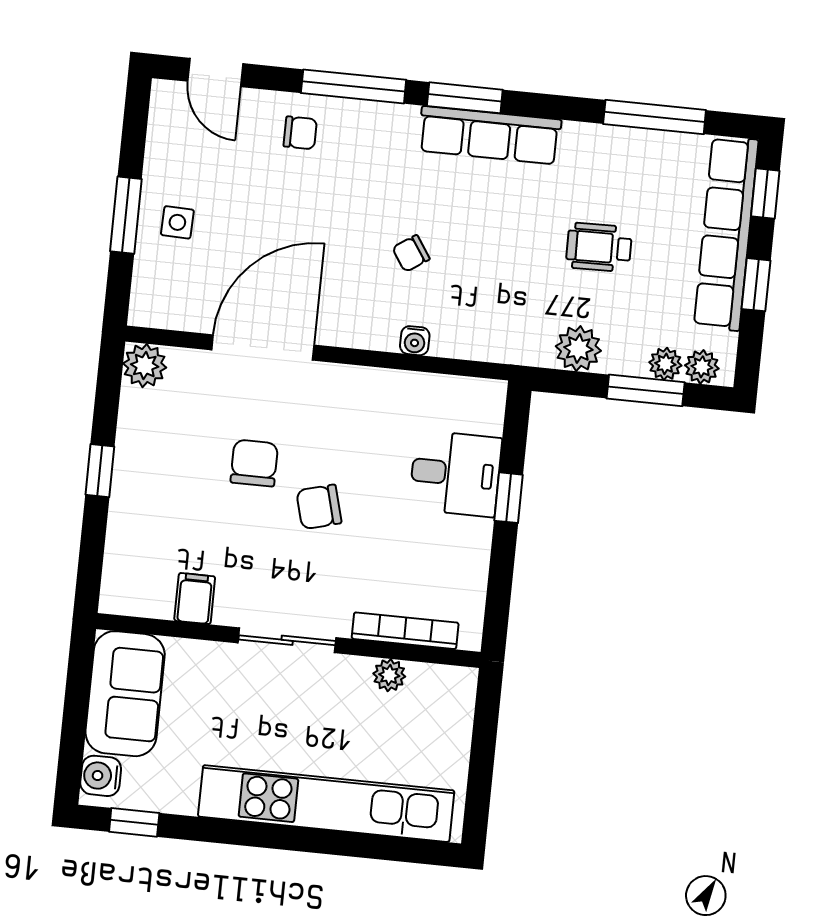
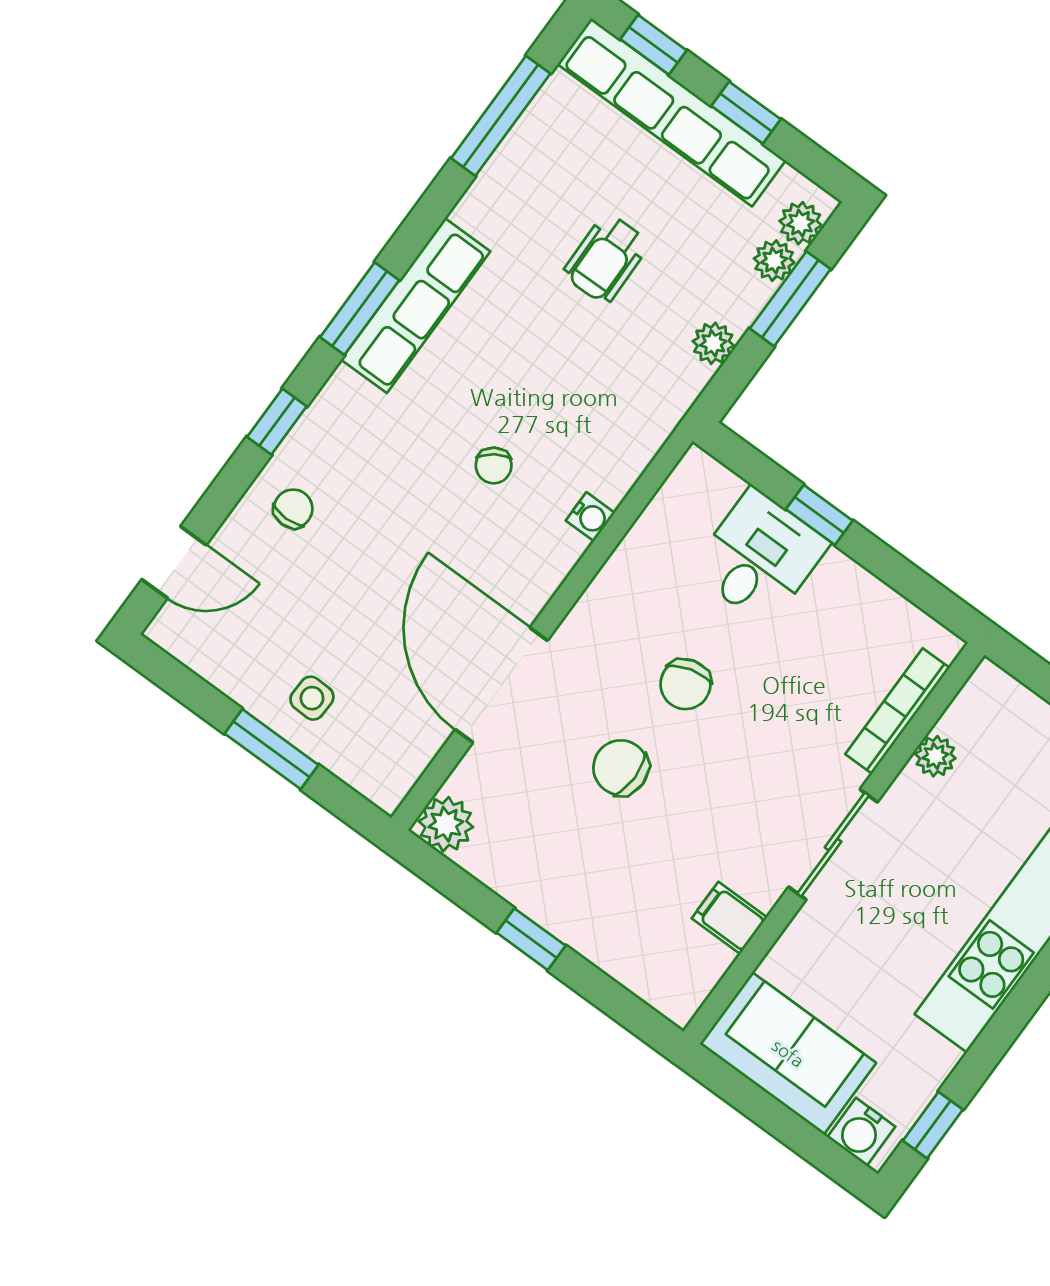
window: (354, 86) -> (277, 422), width x0.46
plant: (578, 348) -> (713, 343), width x0.73, depth x0.73
chair: (319, 507) -> (685, 684), moved

